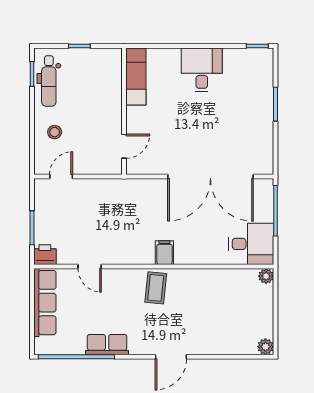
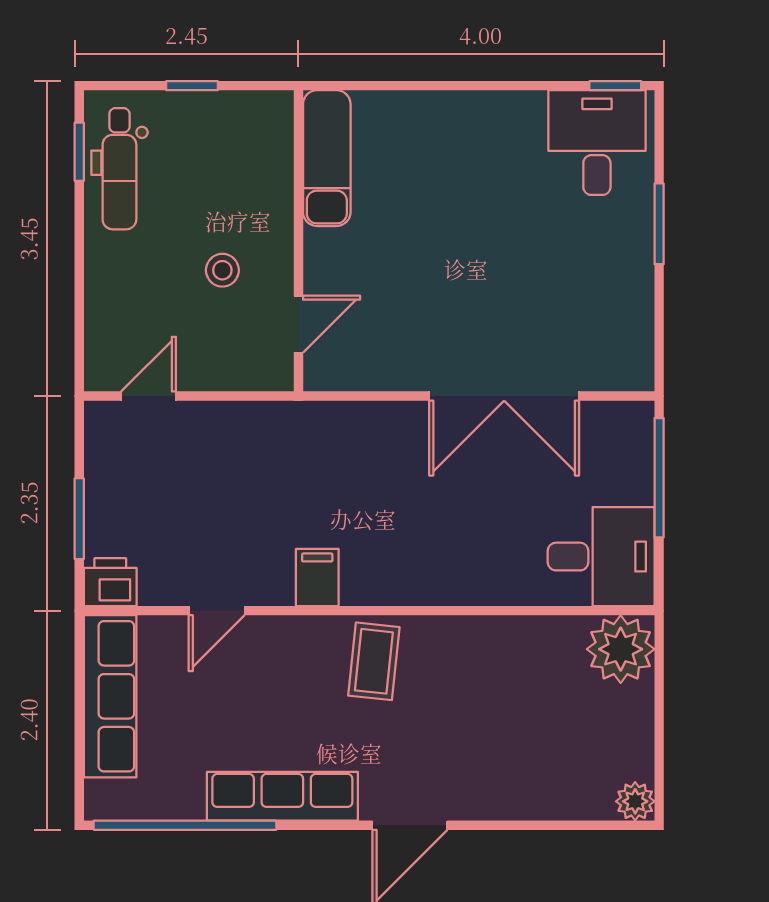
desk: (202, 70) -> (597, 143), moved
stool: (55, 132) -> (222, 270), moved
double door: (210, 176) -> (504, 396), width x0.73
filing cabinet: (164, 253) -> (317, 577), moved
door: (90, 267) -> (217, 611), hinge flipped
plant: (266, 276) -> (621, 649), width x1.88, depth x1.88
row of seats: (107, 345) -> (282, 796), width x1.48

